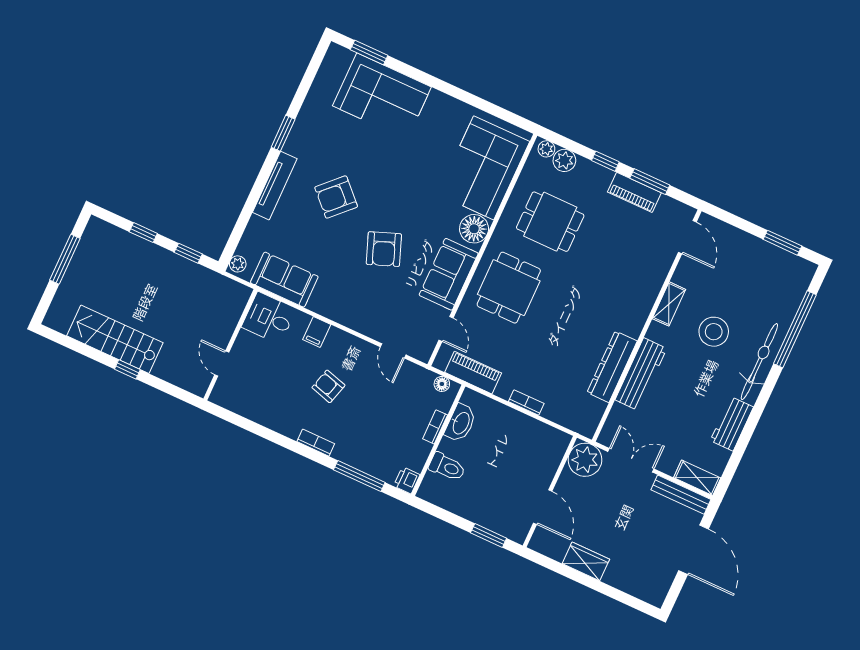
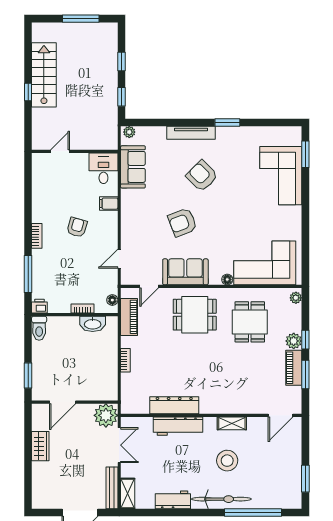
plant: (564, 160) -> (294, 341), moved
floor lamp: (474, 229) -> (227, 279), width x0.53, depth x0.53
toilet: (447, 467) -> (39, 328), moved

